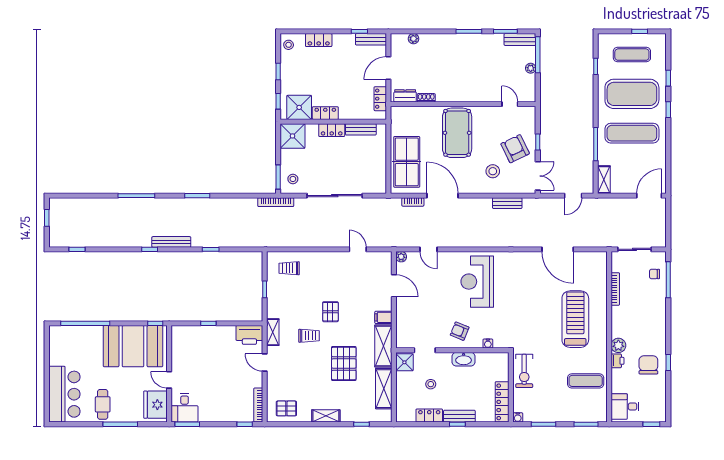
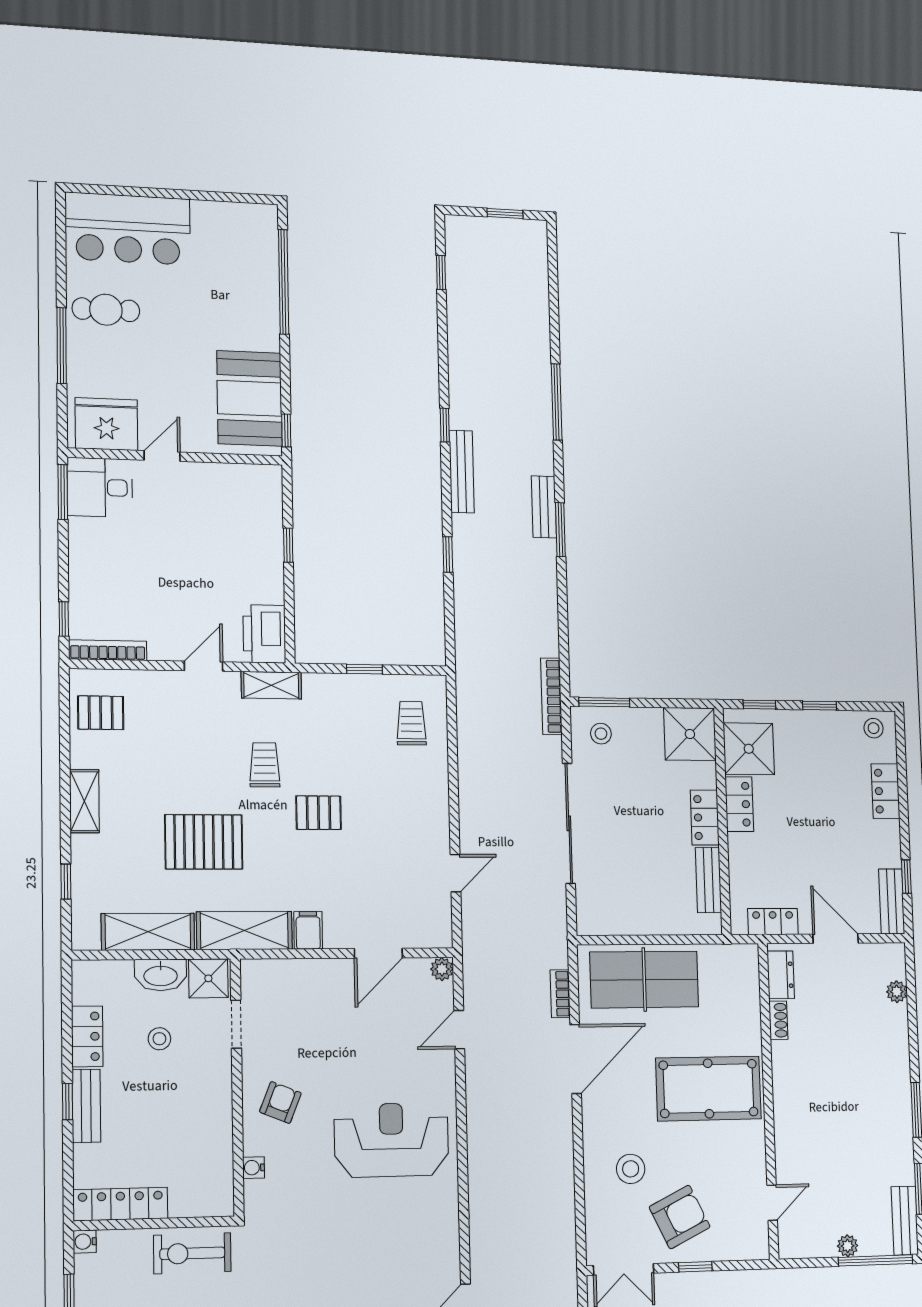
bench: (507, 203) -> (544, 507), moved
trolley: (309, 336) -> (265, 765), turned 180
booth: (133, 346) -> (249, 398), width x0.73, depth x0.70
washbasin: (464, 359) -> (161, 975), moved, turned -90
pallet: (286, 408) -> (101, 713), turned 90

